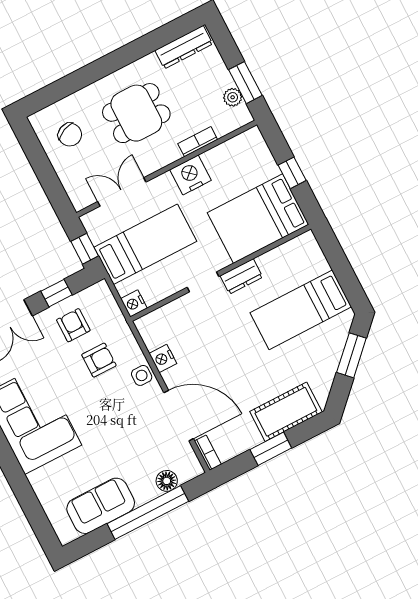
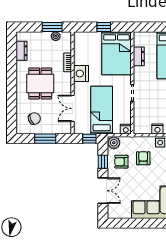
dresser: (184, 47) -> (22, 51), width x0.70
window: (45, 172) -> (45, 139), added
dresser: (241, 276) -> (139, 56), moved
plant: (99, 295) -> (114, 143), added

